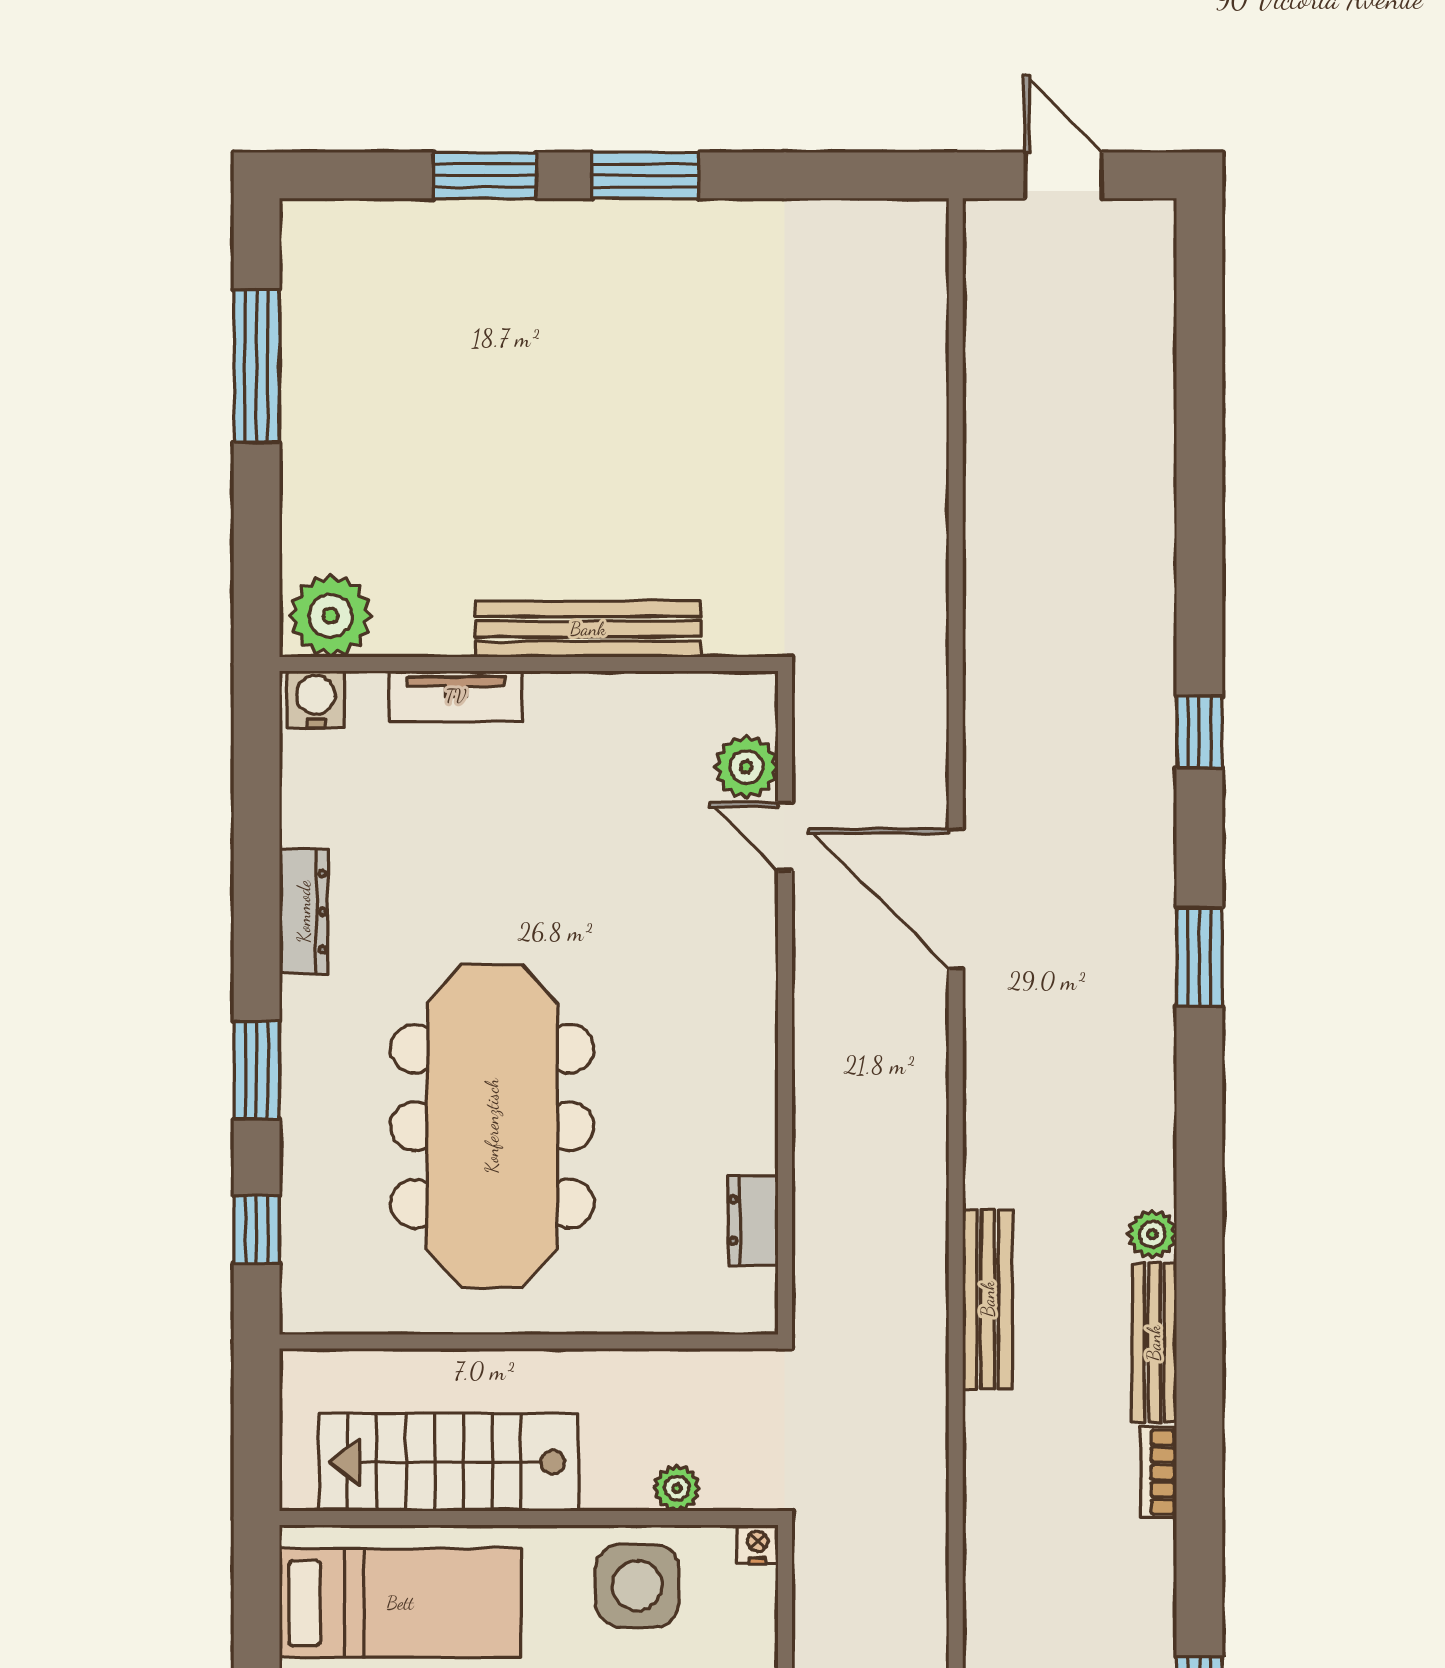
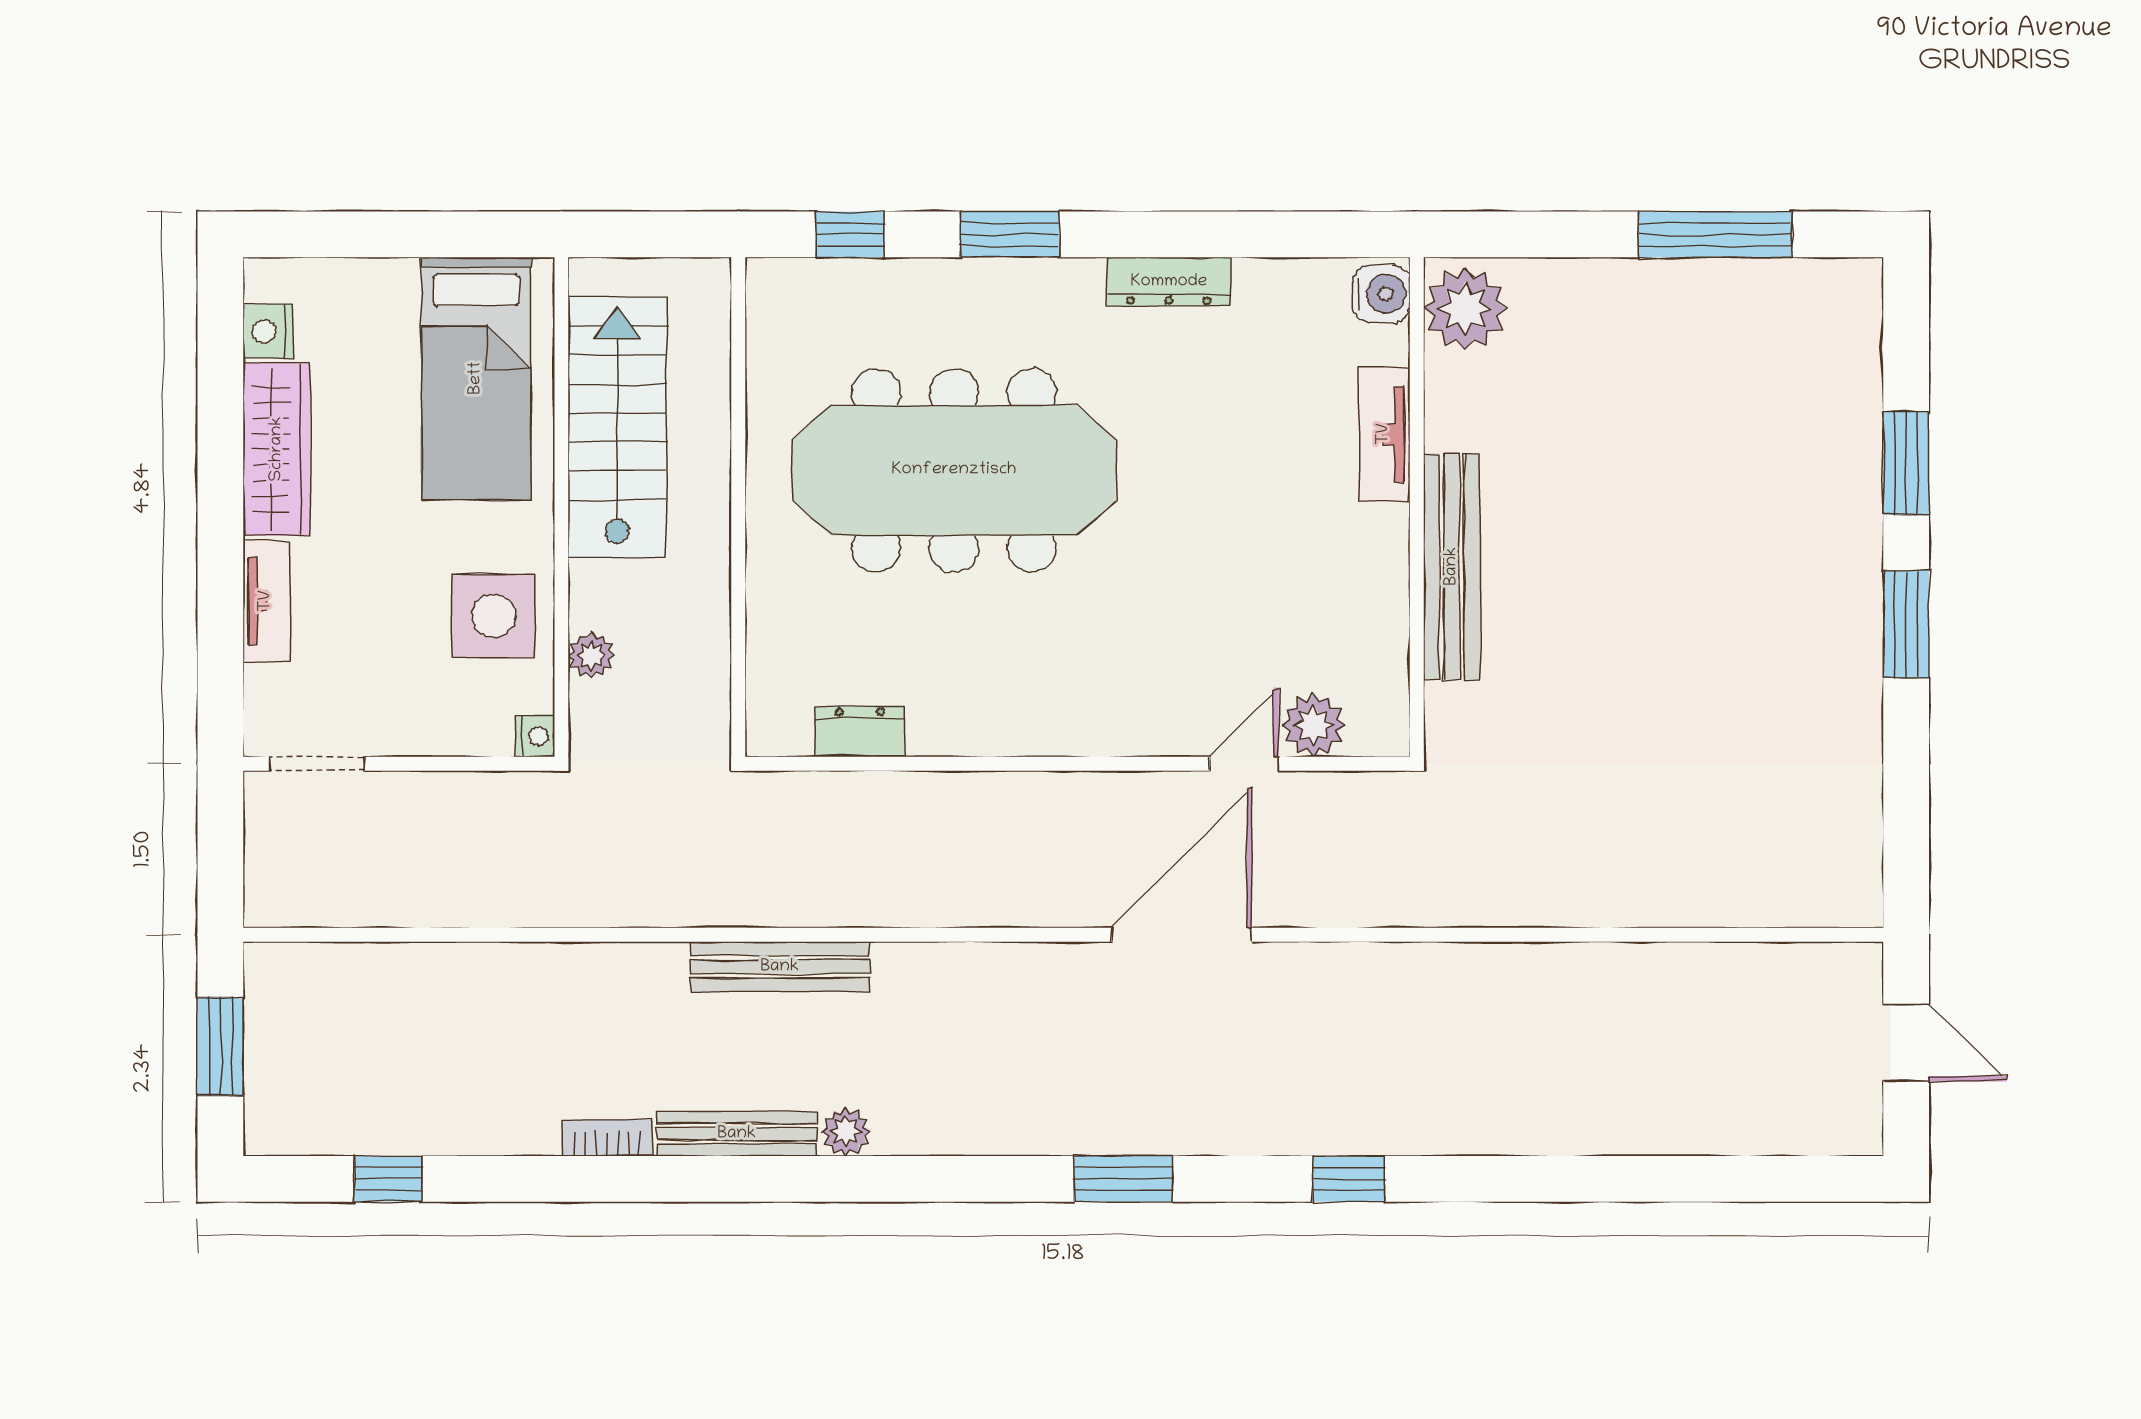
door: (1063, 175) -> (1906, 1043), hinge flipped

